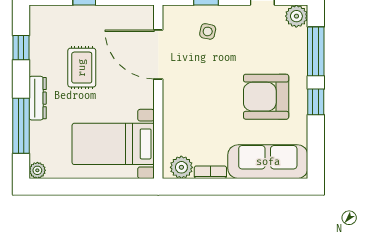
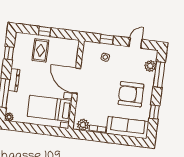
plant: (296, 16) -> (150, 66), moved
door: (158, 54) -> (77, 81), moved
rug: (82, 68) -> (40, 50), moved
window: (316, 102) -> (154, 112), moved

